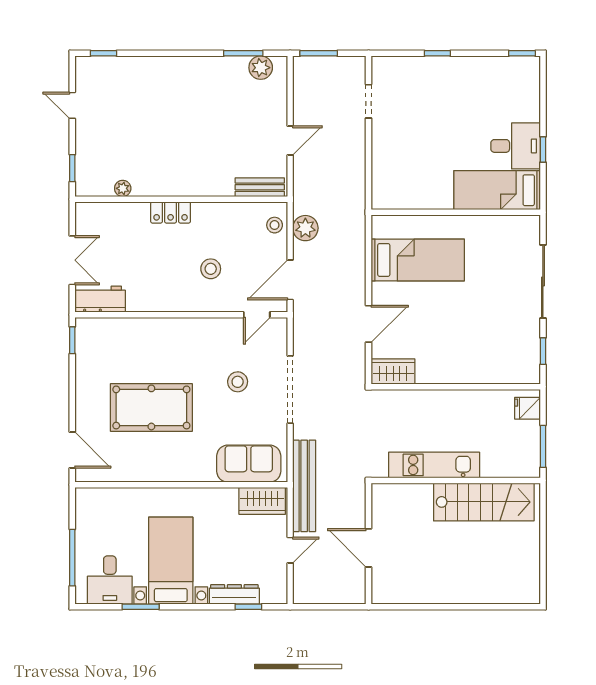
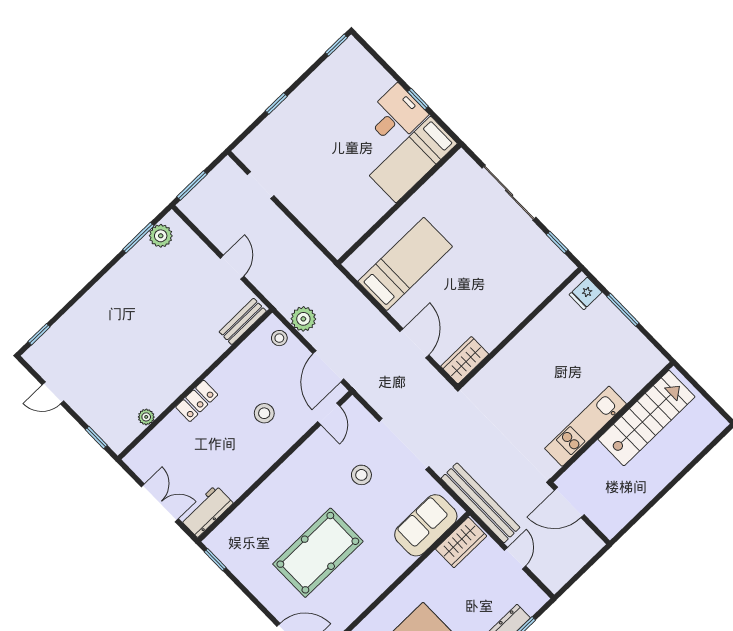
kitchen unit: (434, 465) -> (586, 426), moved
wall: (456, 480) -> (612, 422), moved
stairs: (484, 502) -> (646, 418), moved

